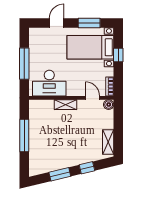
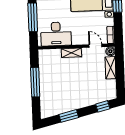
shelving: (108, 142) -> (110, 68), moved
window: (87, 168) -> (103, 106), moved

